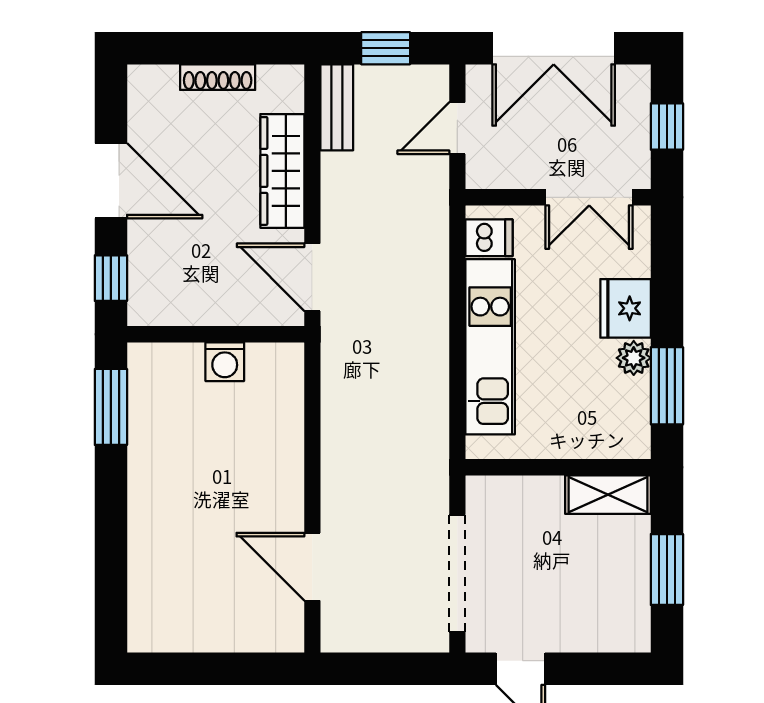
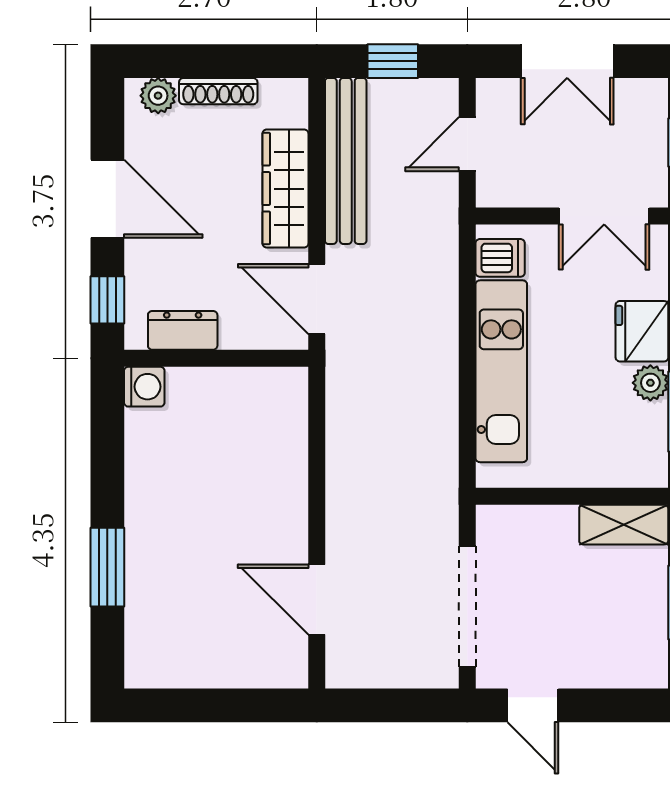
double door: (554, 48) -> (567, 61), width x0.73
plant: (160, 81) -> (158, 96), added
bench: (337, 107) -> (346, 161), width x1.86, depth x1.21
dresser: (183, 307) -> (183, 330), added
washing machine: (225, 362) -> (144, 387), moved, turned -90
window: (111, 407) -> (107, 567), moved

